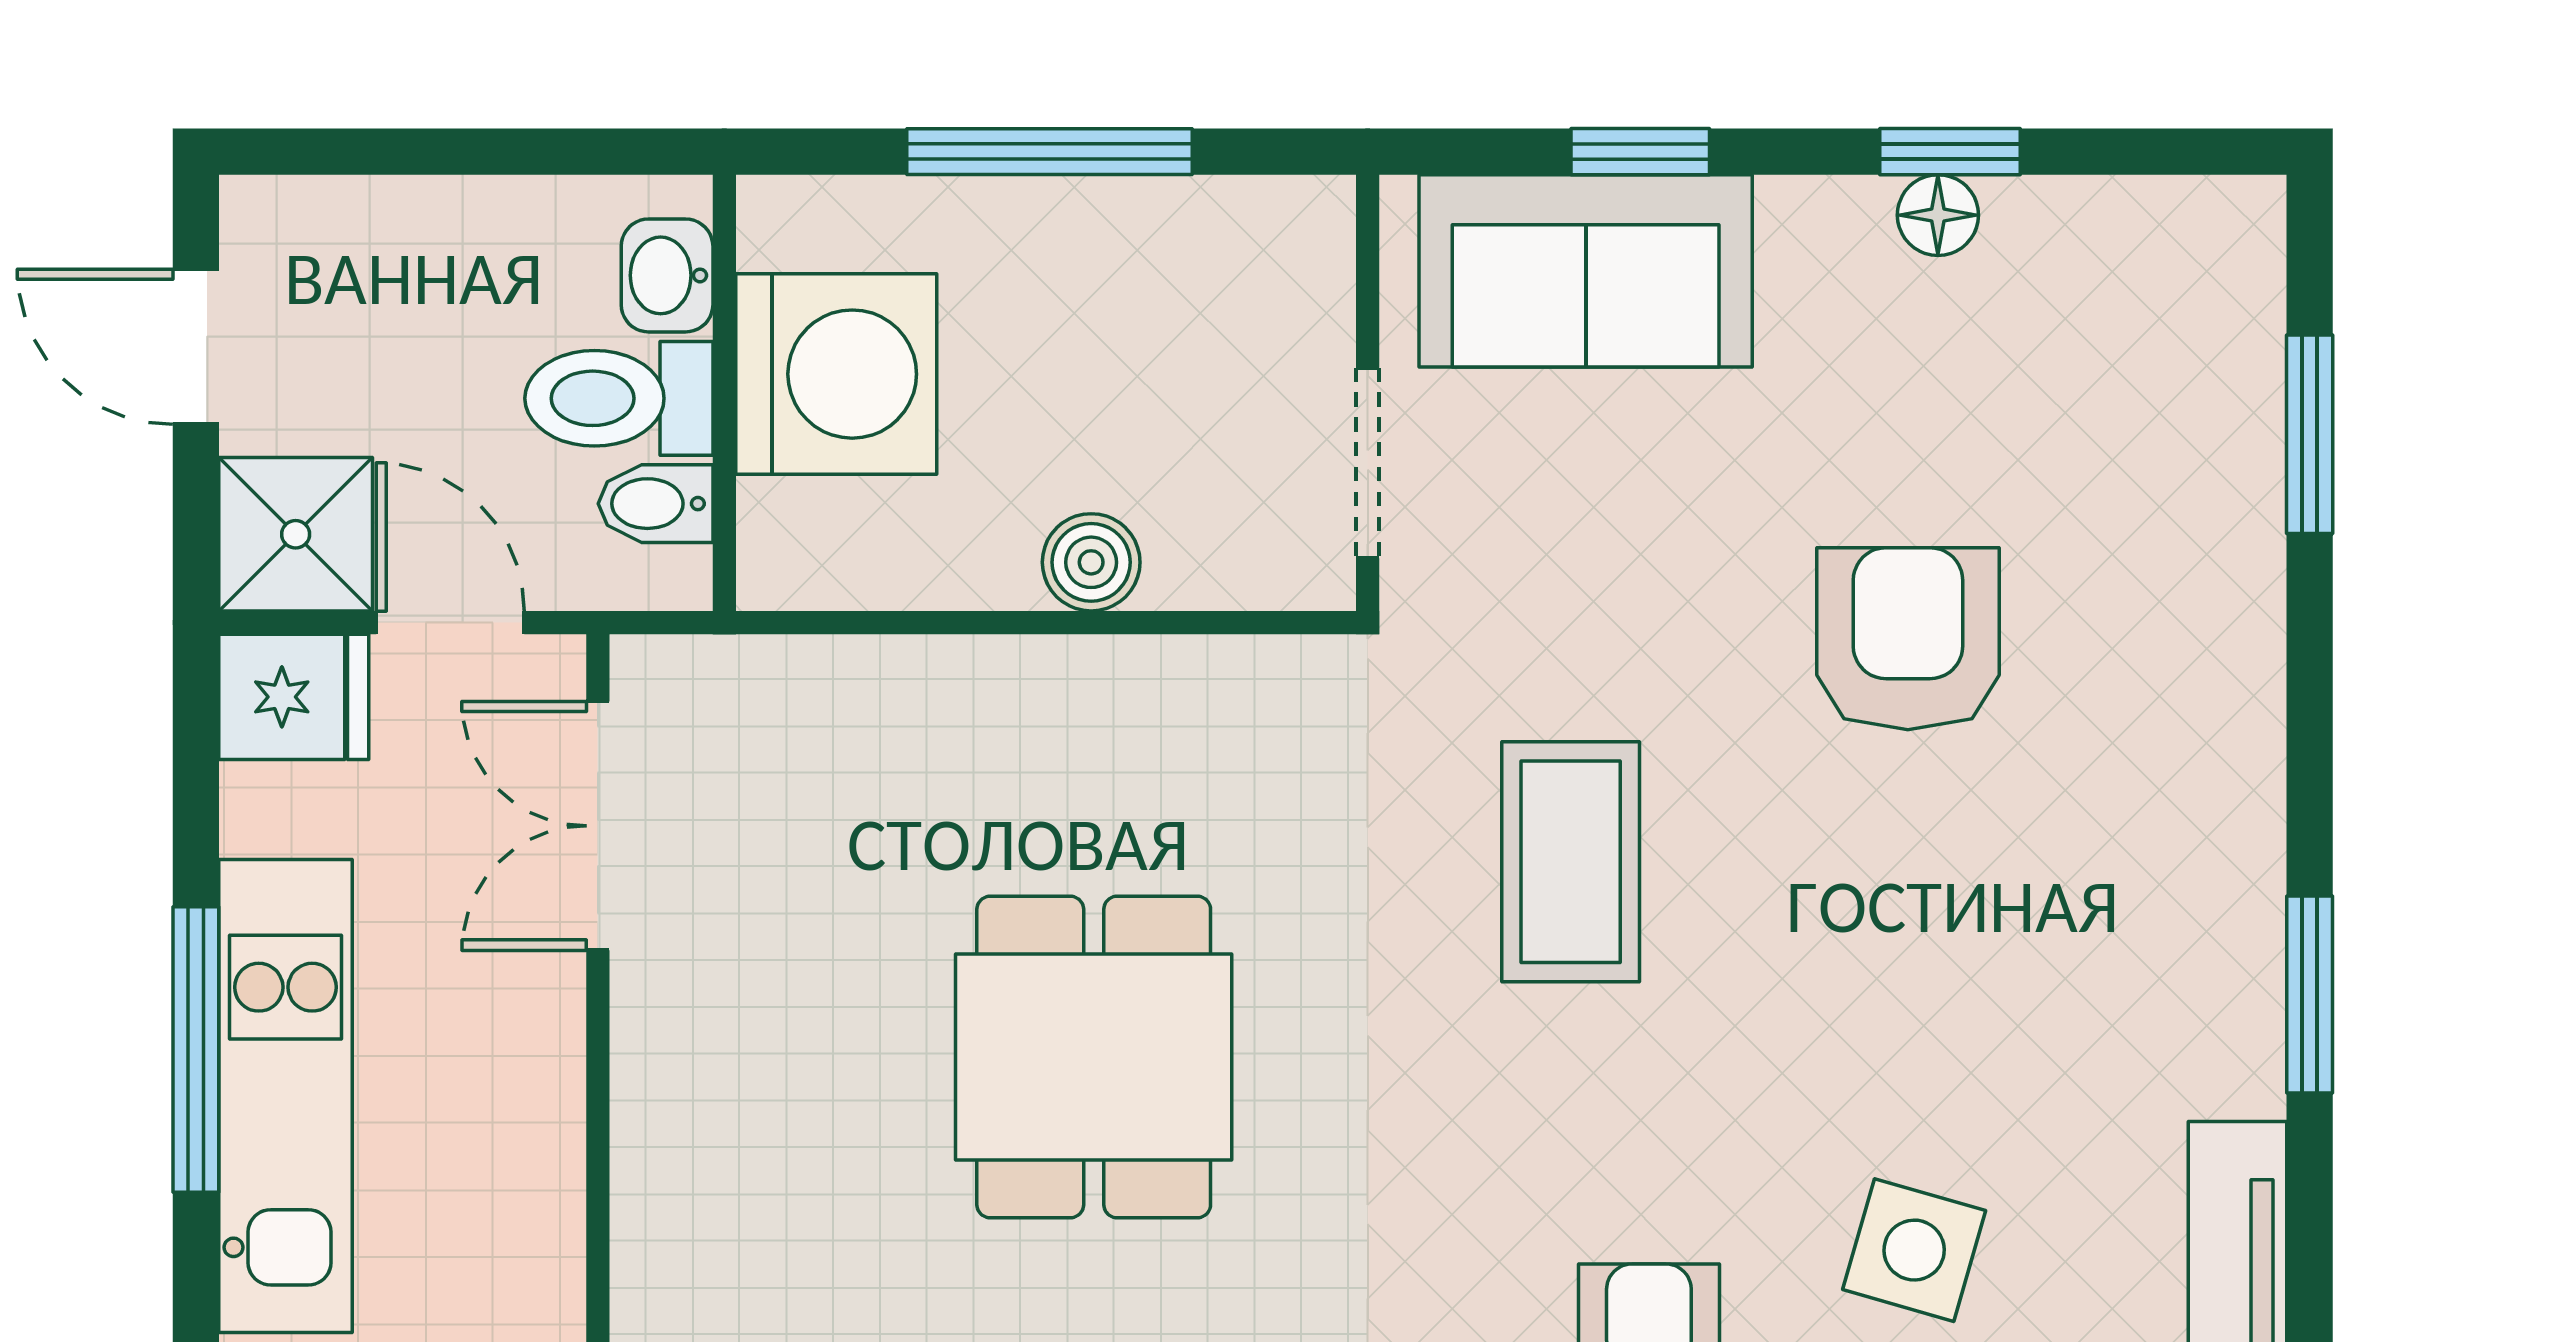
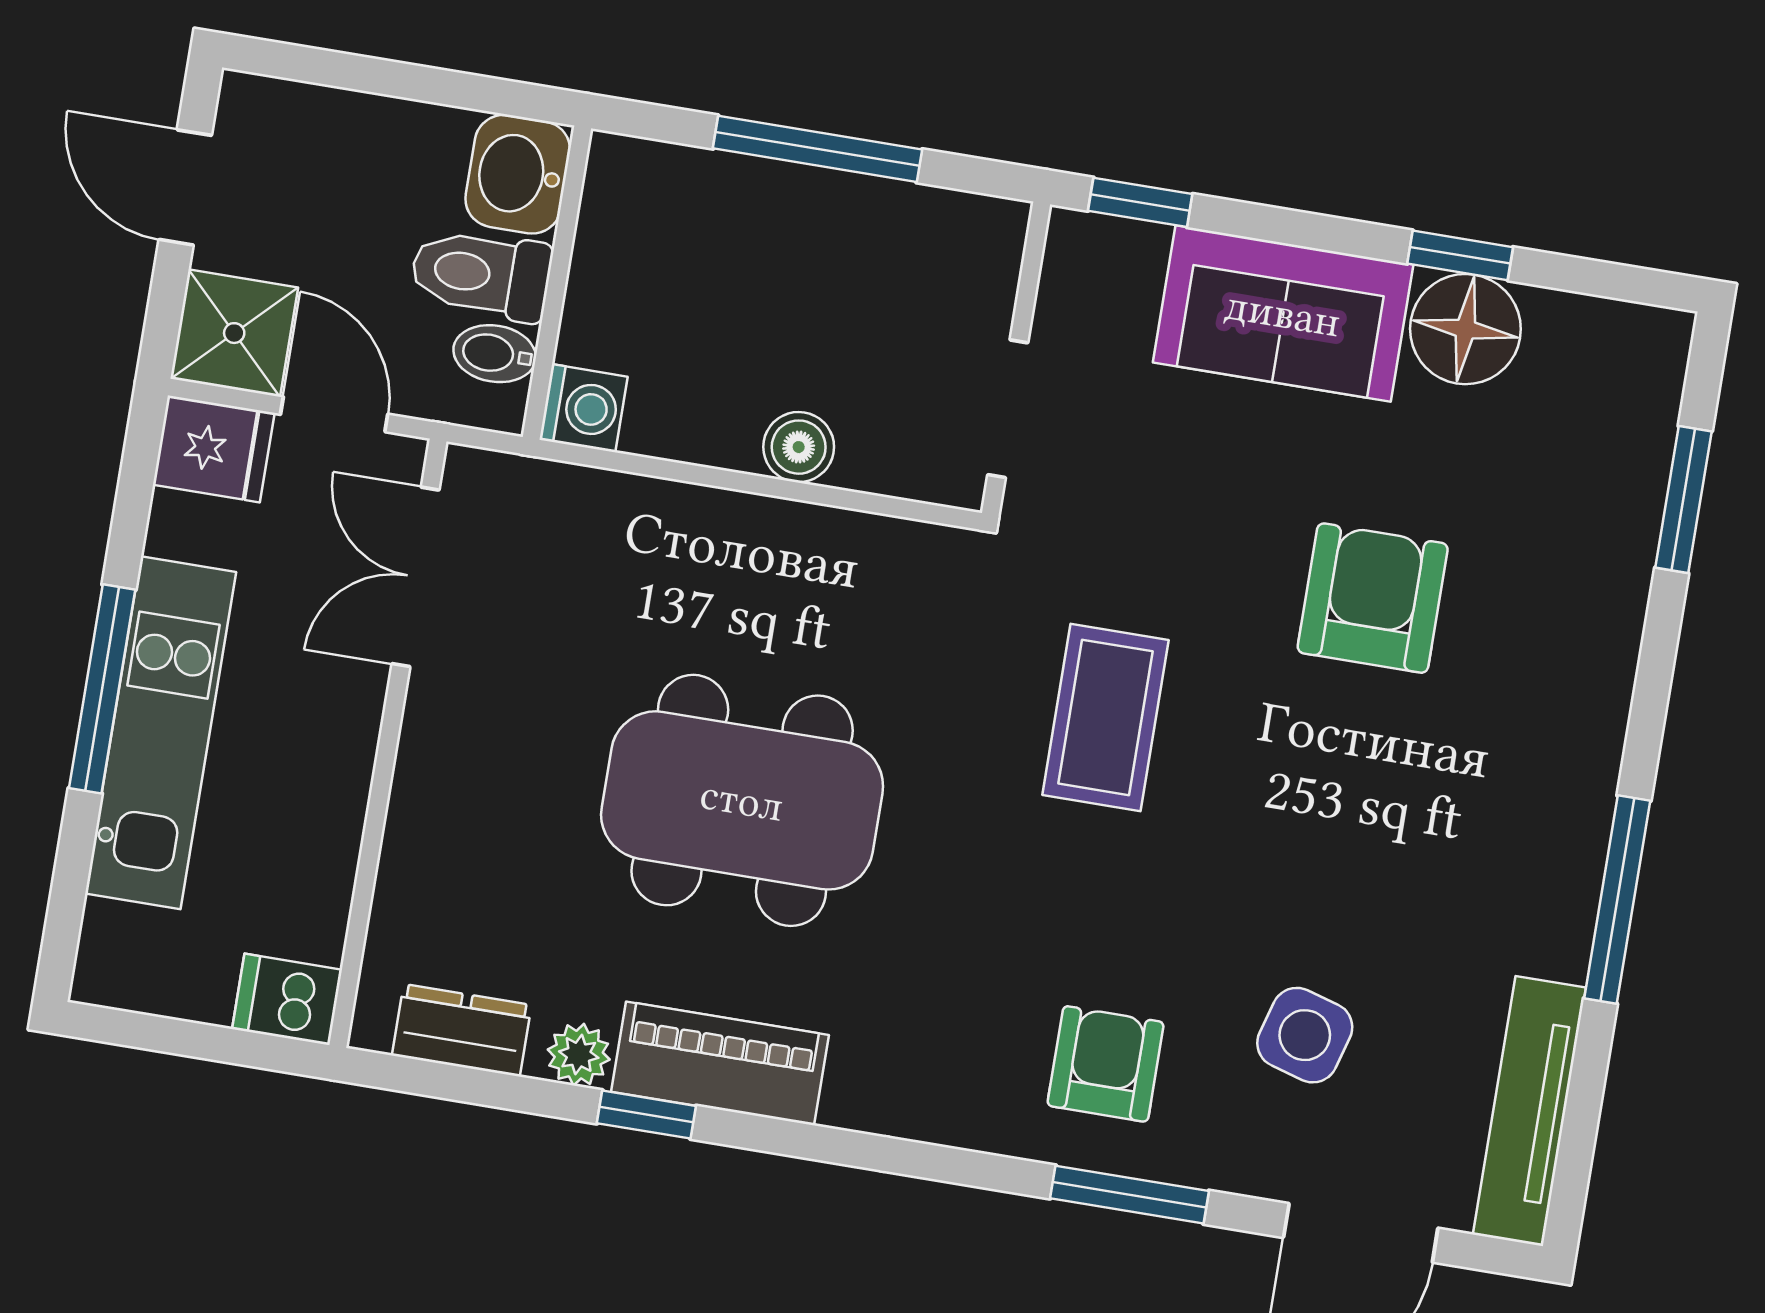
window: (1640, 152) -> (1140, 202), moved
floor lamp: (1938, 215) -> (1465, 329), width x1.89, depth x1.89
sofa: (1586, 271) -> (1283, 313), moved
washbasin: (667, 275) -> (518, 174), width x1.38, depth x1.45
washing machine: (836, 374) -> (583, 408), moved, width x0.53, depth x0.53
window: (2310, 995) -> (1617, 900), width x1.44
dining table: (1094, 1057) -> (742, 800), width x1.37

